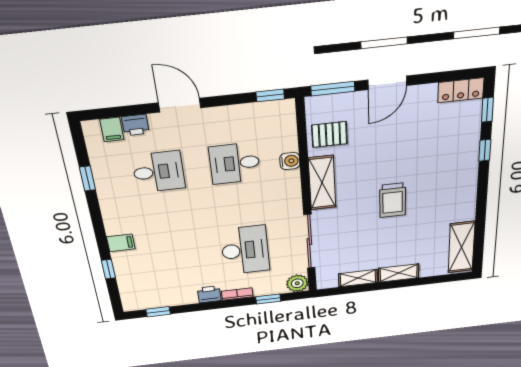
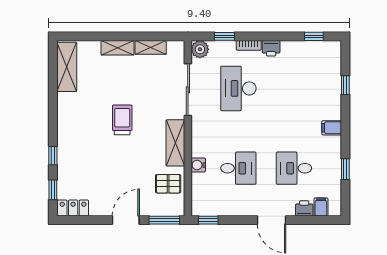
filing cabinet: (121, 243) -> (332, 128), moved

